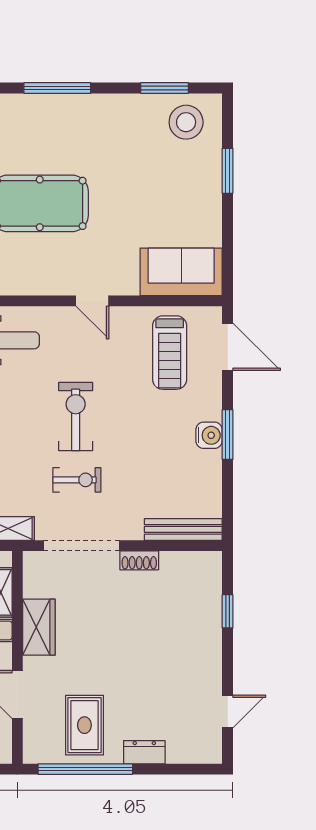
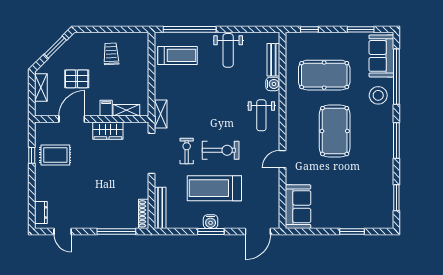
stool: (186, 122) -> (378, 209), removed
treadmill: (170, 353) -> (214, 188), moved, width x1.37, depth x1.38
exercise bike: (77, 480) -> (187, 151), turned 180
shoe rack: (139, 560) -> (144, 214), moved, width x1.43
window: (228, 611) -> (116, 232), width x2.17
dresser: (144, 752) -> (41, 212), moved
window: (85, 769) -> (32, 155), width x0.32

